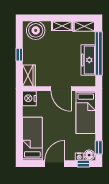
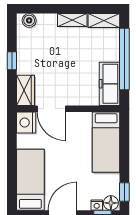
boiler: (36, 30) -> (29, 20), width x0.54, depth x0.54
freezer: (88, 60) -> (110, 84), moved
door: (61, 89) -> (51, 109), moved

